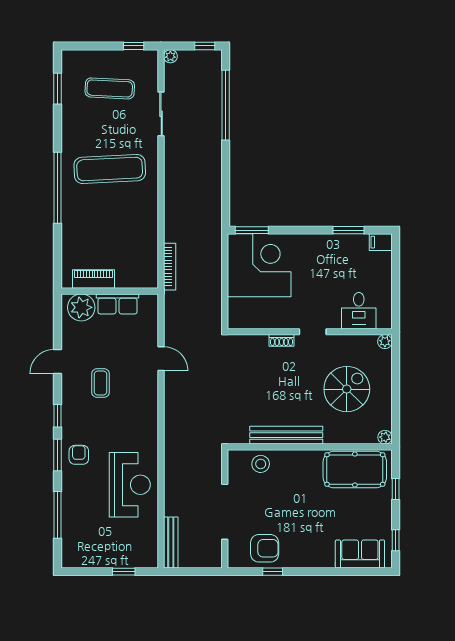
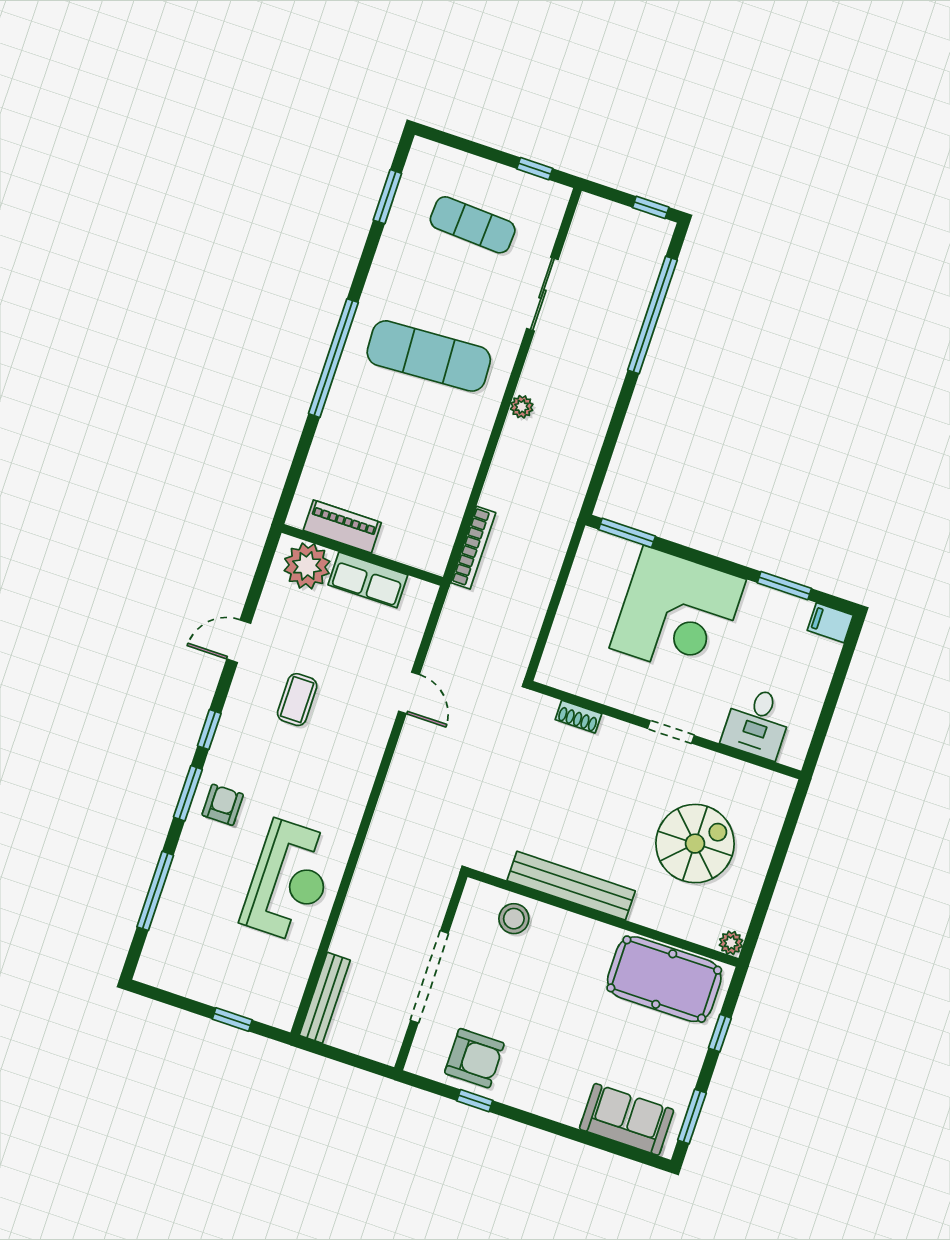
plant: (170, 56) -> (522, 407), moved
corner desk: (259, 265) -> (678, 614), moved, turned 90
shoe rack: (282, 340) -> (578, 717), moved
plant: (385, 342) -> (783, 787), removed
window: (396, 540) -> (692, 1117), width x1.50

